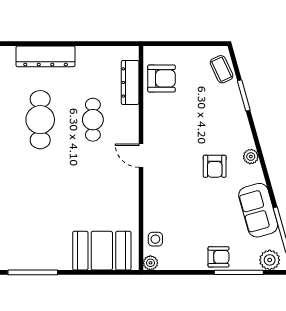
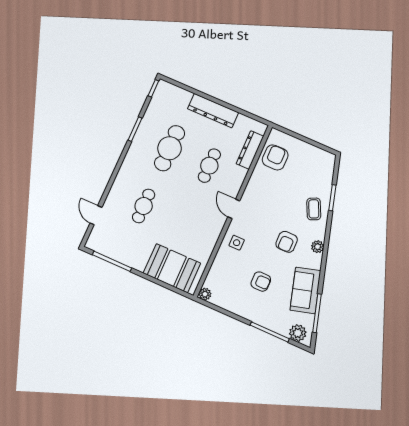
dresser: (46, 56) -> (213, 111), moved
coffee table: (222, 69) -> (314, 209), moved
armchair: (162, 78) -> (275, 157), turned -90
cafe table: (40, 196) -> (144, 206), added
side table: (155, 239) -> (237, 243), moved
armchair: (218, 257) -> (261, 282), moved

